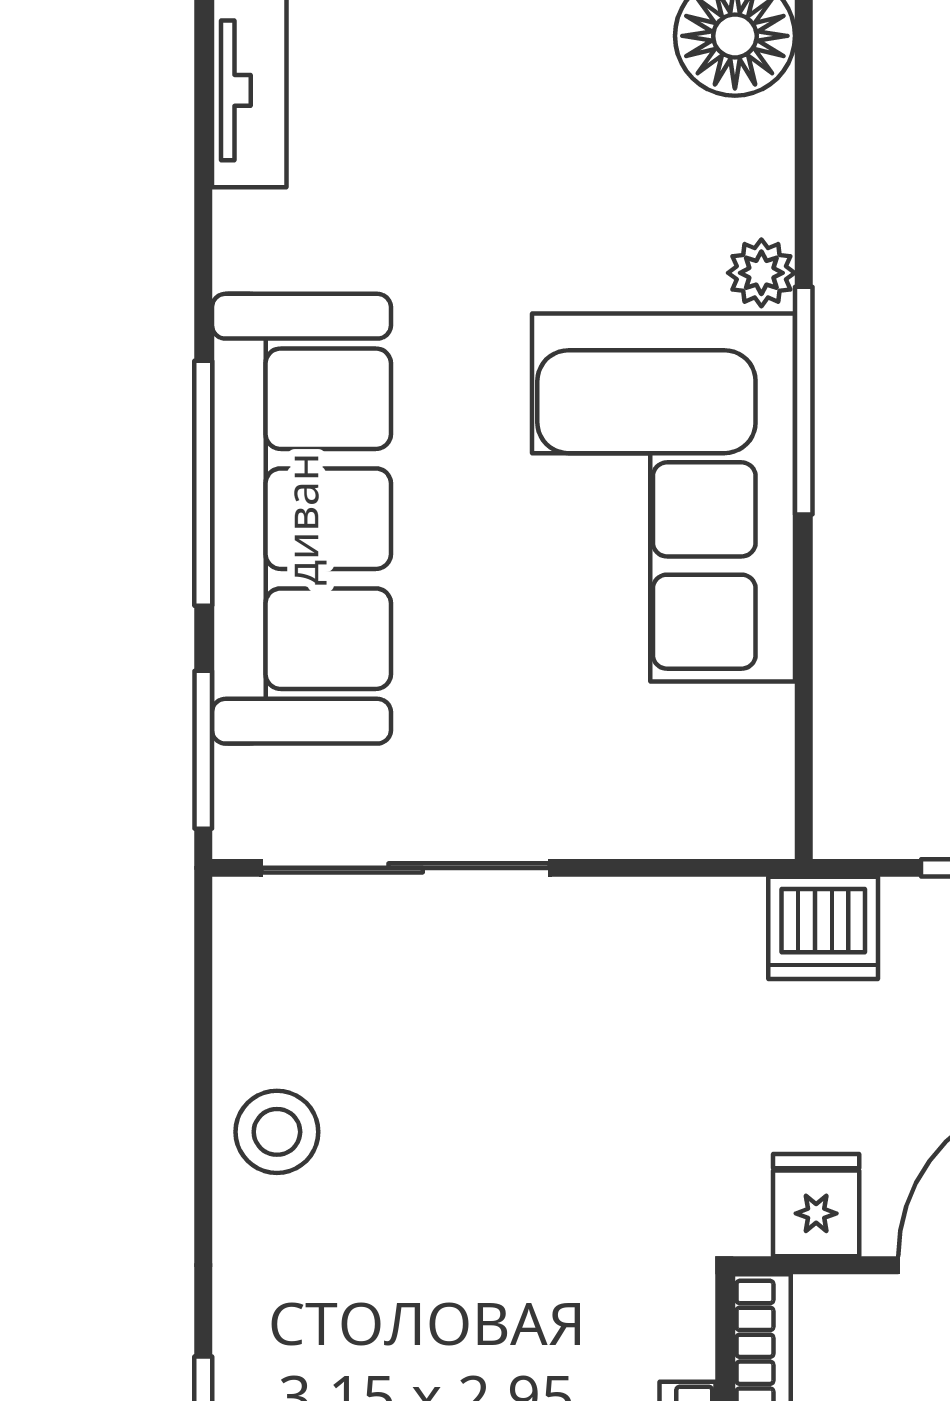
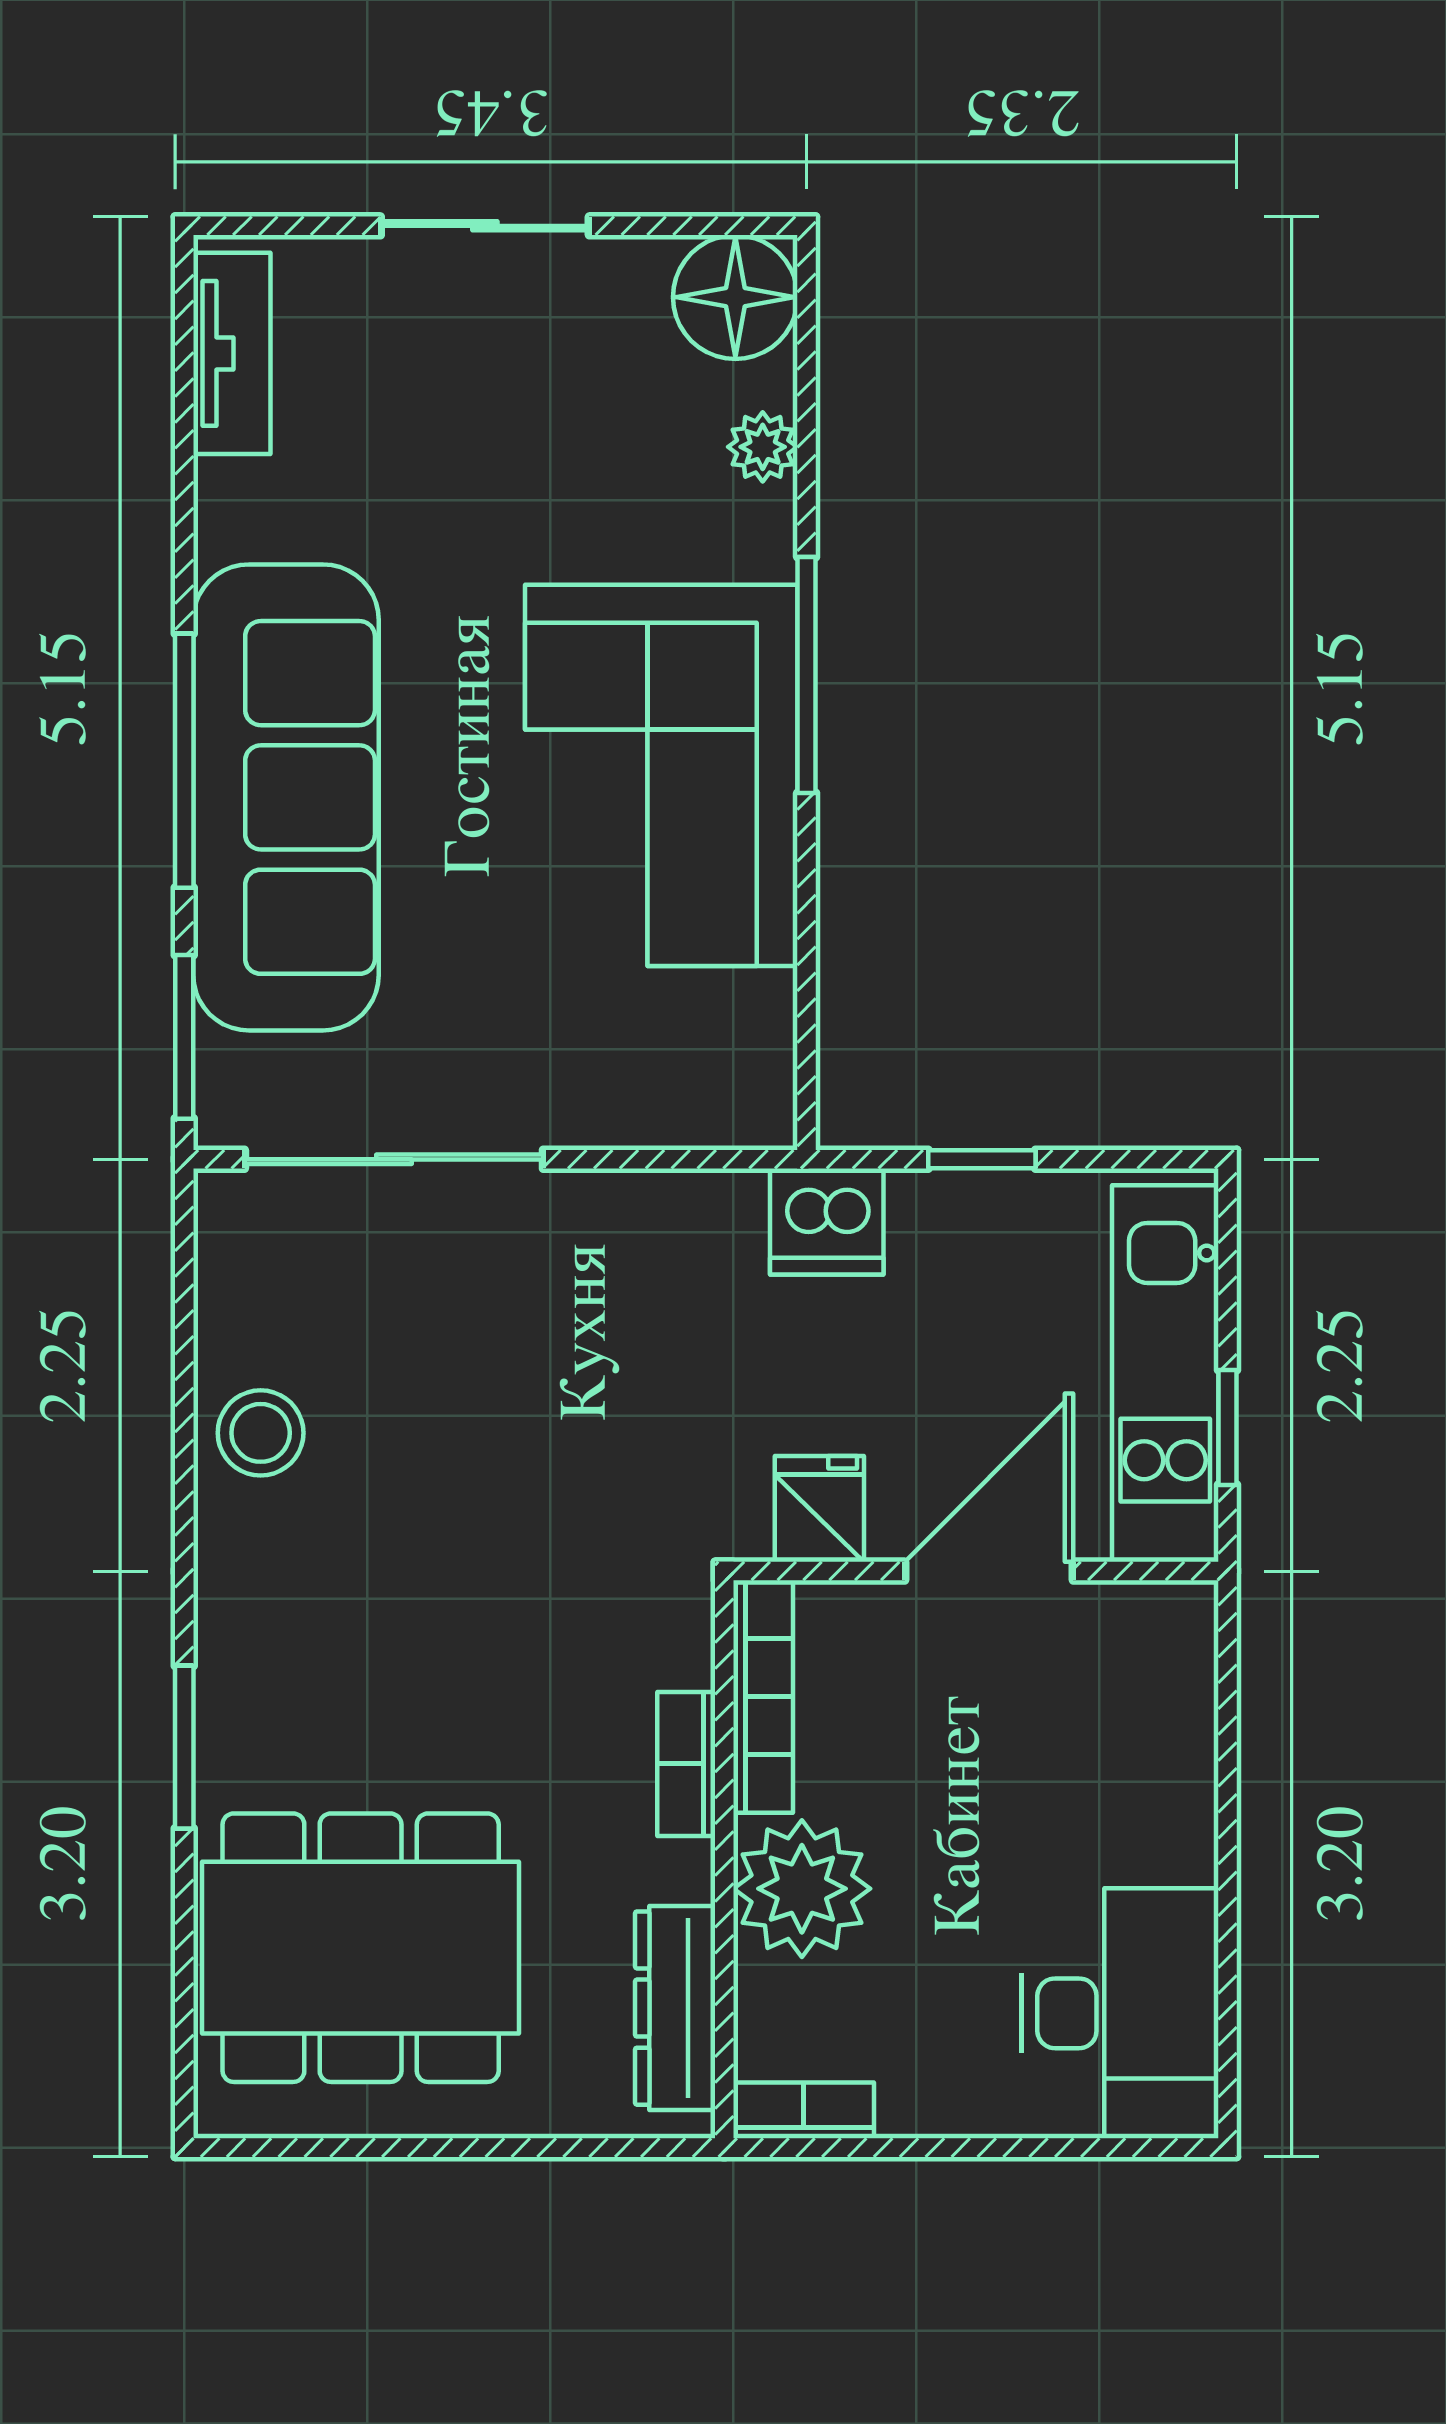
plant: (761, 273) -> (763, 447), moved

